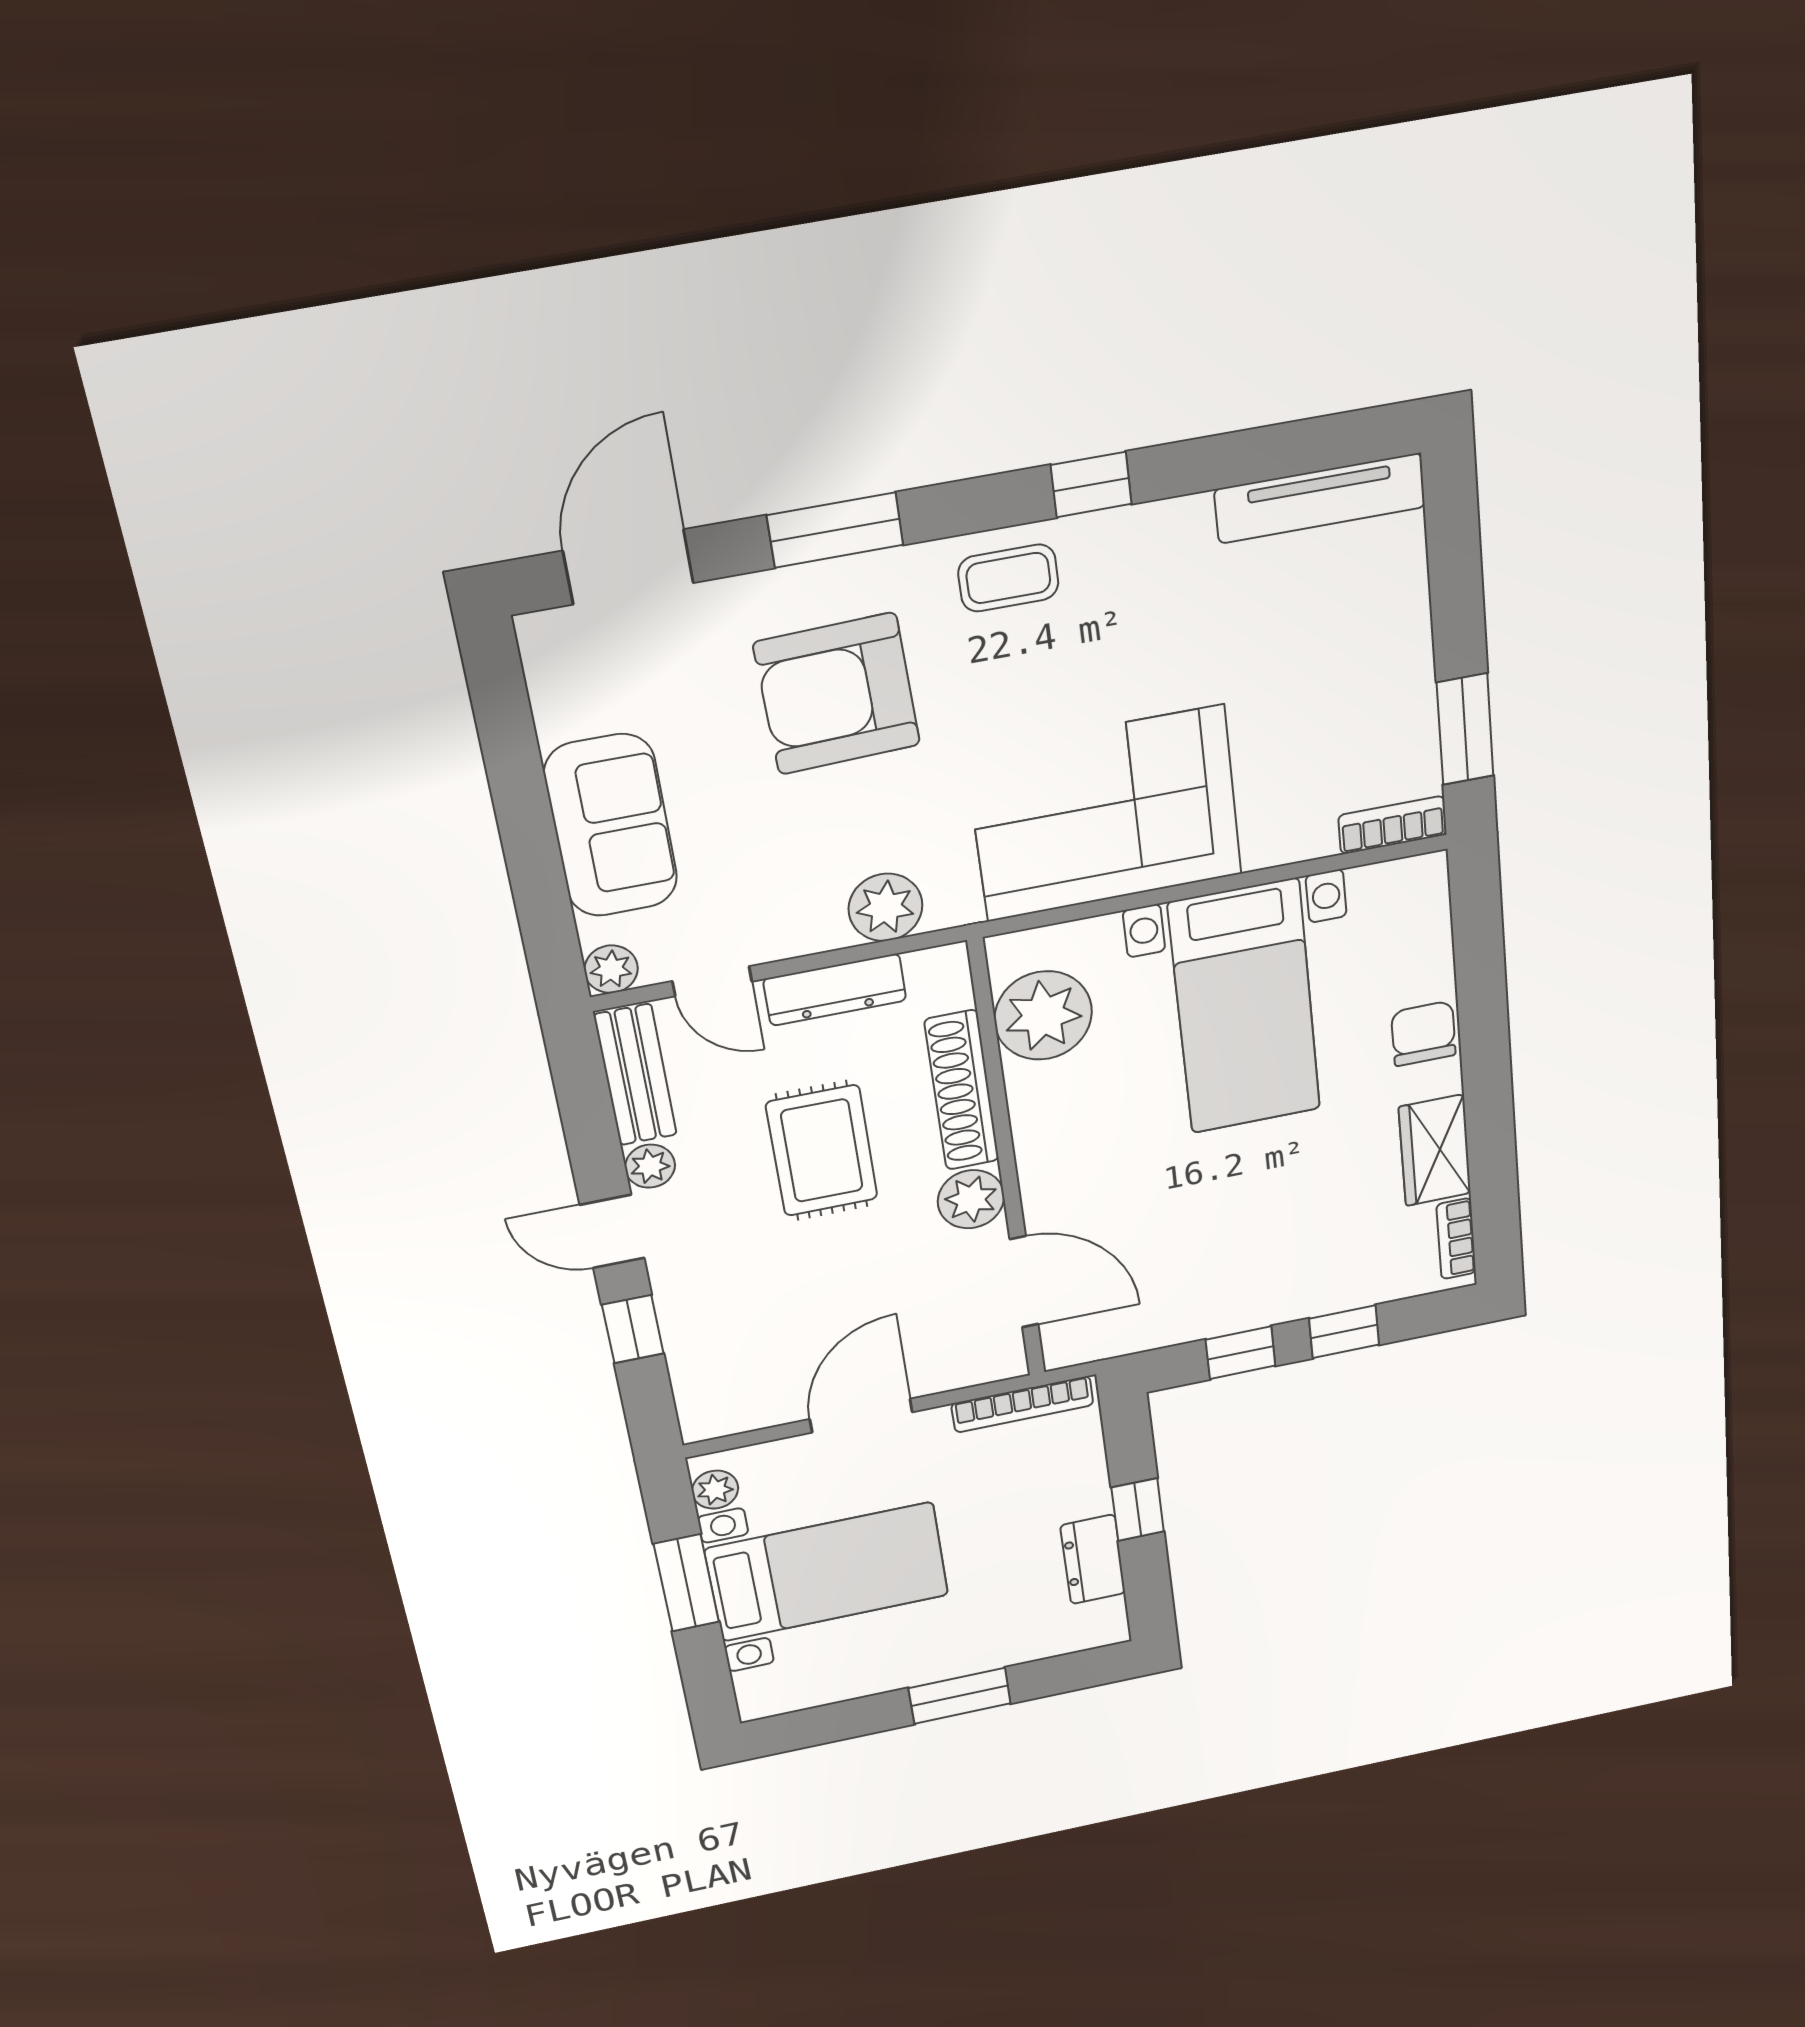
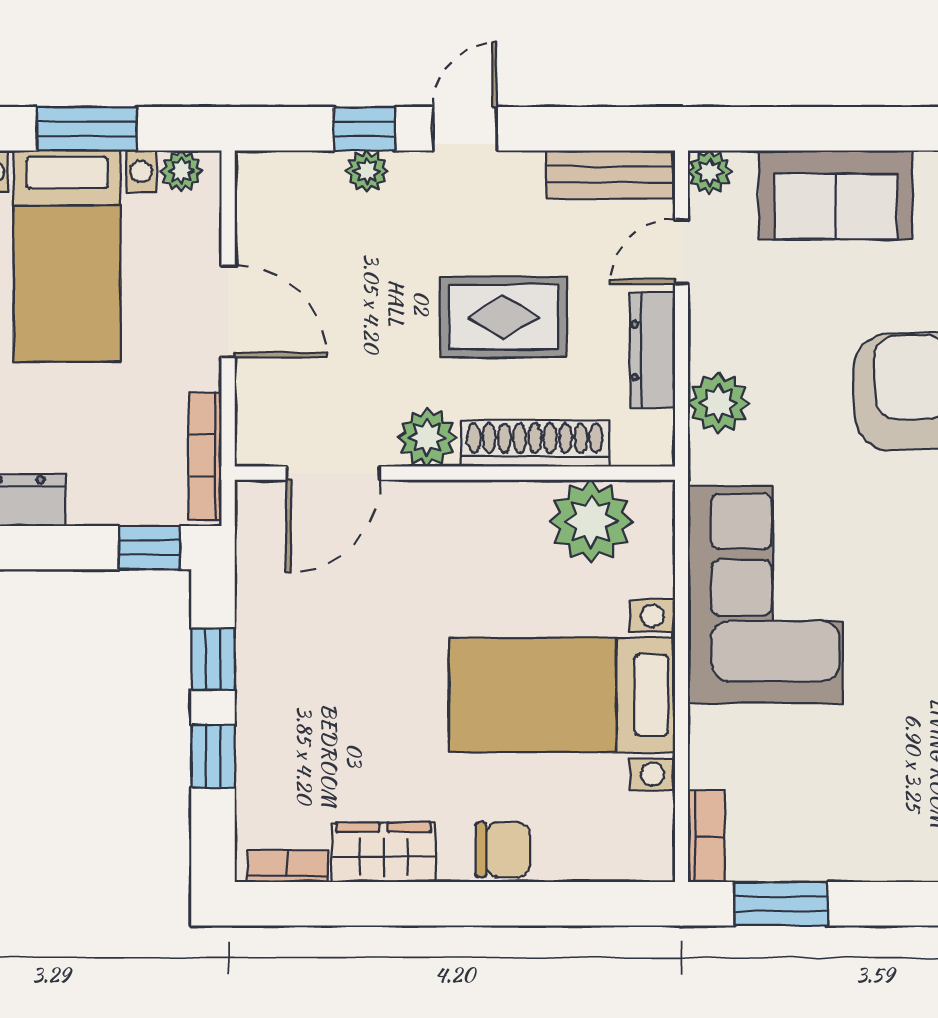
plant: (650, 1166) -> (367, 171), moved
window: (1138, 1510) -> (149, 548), moved

